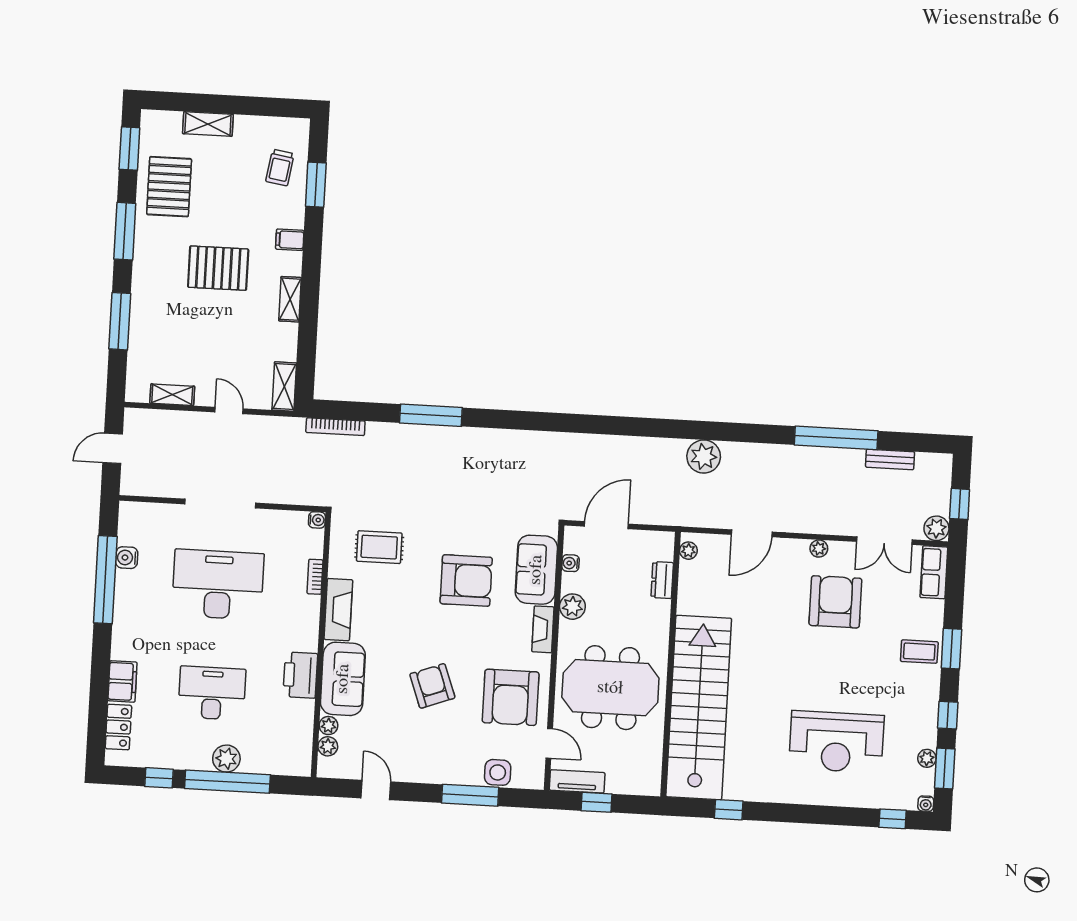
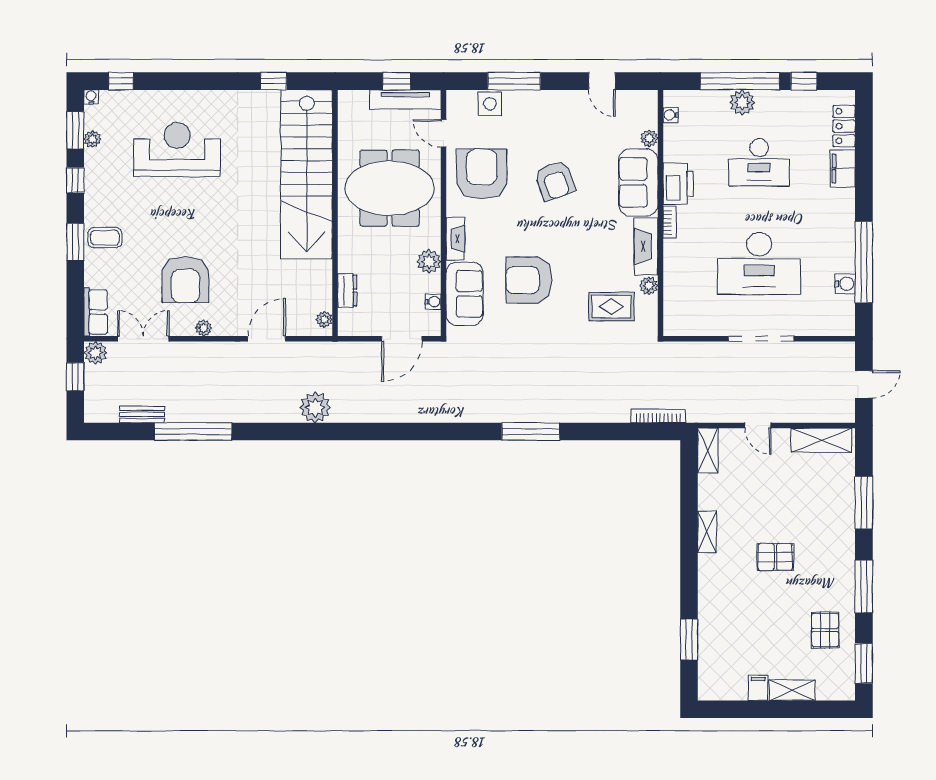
trolley: (280, 167) -> (723, 654), removed
pallet: (169, 187) -> (825, 630), width x0.67, depth x0.71
filing cabinet: (290, 240) -> (758, 688), moved, turned -90
pallet: (218, 268) -> (775, 557), width x0.67, depth x0.71
shelving: (172, 395) -> (821, 440), width x1.50, depth x1.33
window: (431, 415) -> (531, 432), moved
water cooler: (317, 520) -> (671, 115), moved
bookcase: (315, 577) -> (669, 222), moved
plant: (328, 746) -> (649, 286), moved
tv unit: (577, 781) -> (405, 99), width x1.41

